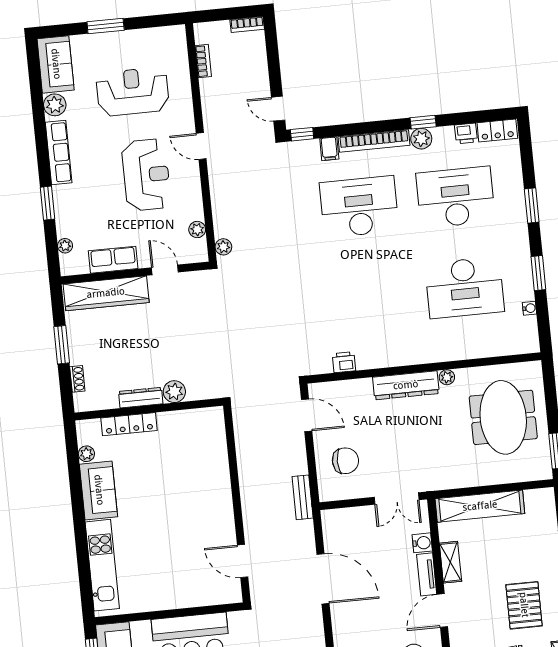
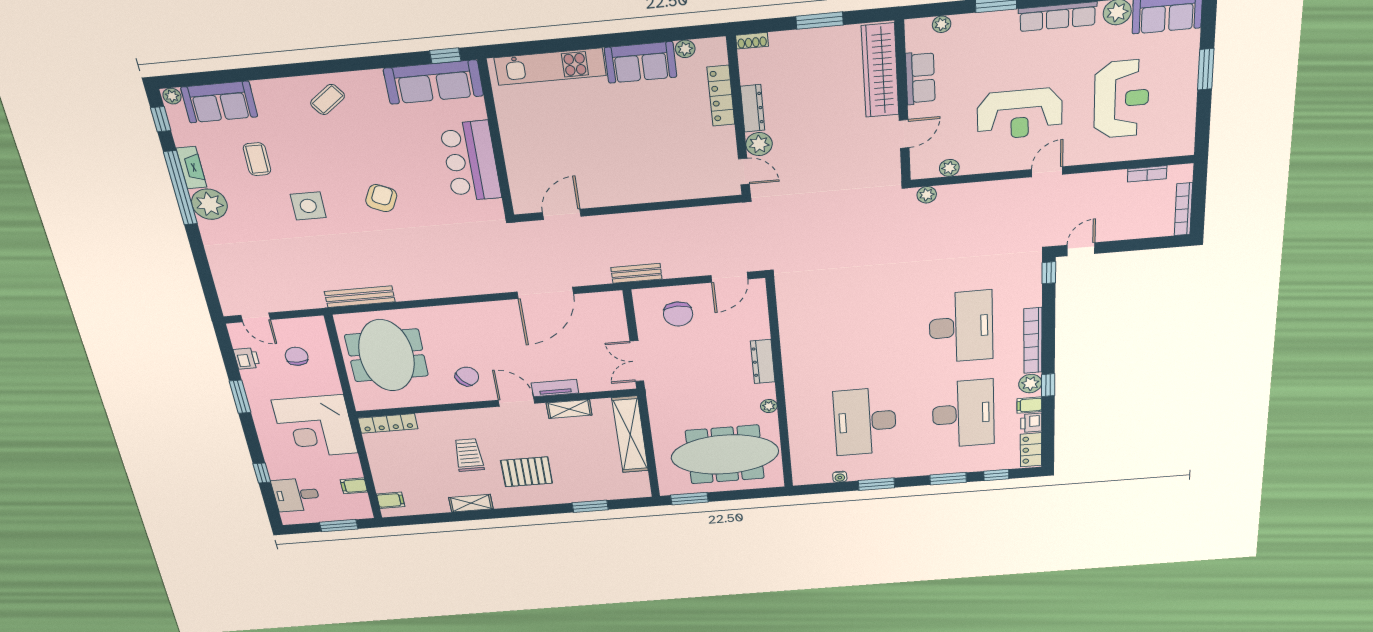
bookcase: (247, 24) -> (1183, 209), width x1.56
filing cabinet: (329, 149) -> (1029, 405), moved
window: (527, 160) -> (996, 475), added
printer: (344, 362) -> (788, 313), removed
shoe rack: (77, 379) -> (752, 41), moved
dresser: (406, 385) -> (763, 362), width x0.73, depth x0.80
door: (201, 404) -> (744, 171), added
meeting table: (503, 417) -> (725, 455), width x1.36
water cooler: (422, 543) -> (589, 384), removed

